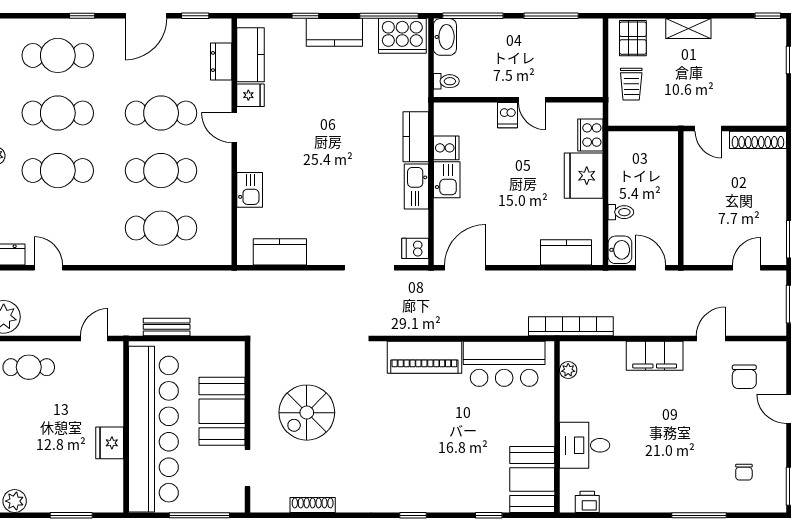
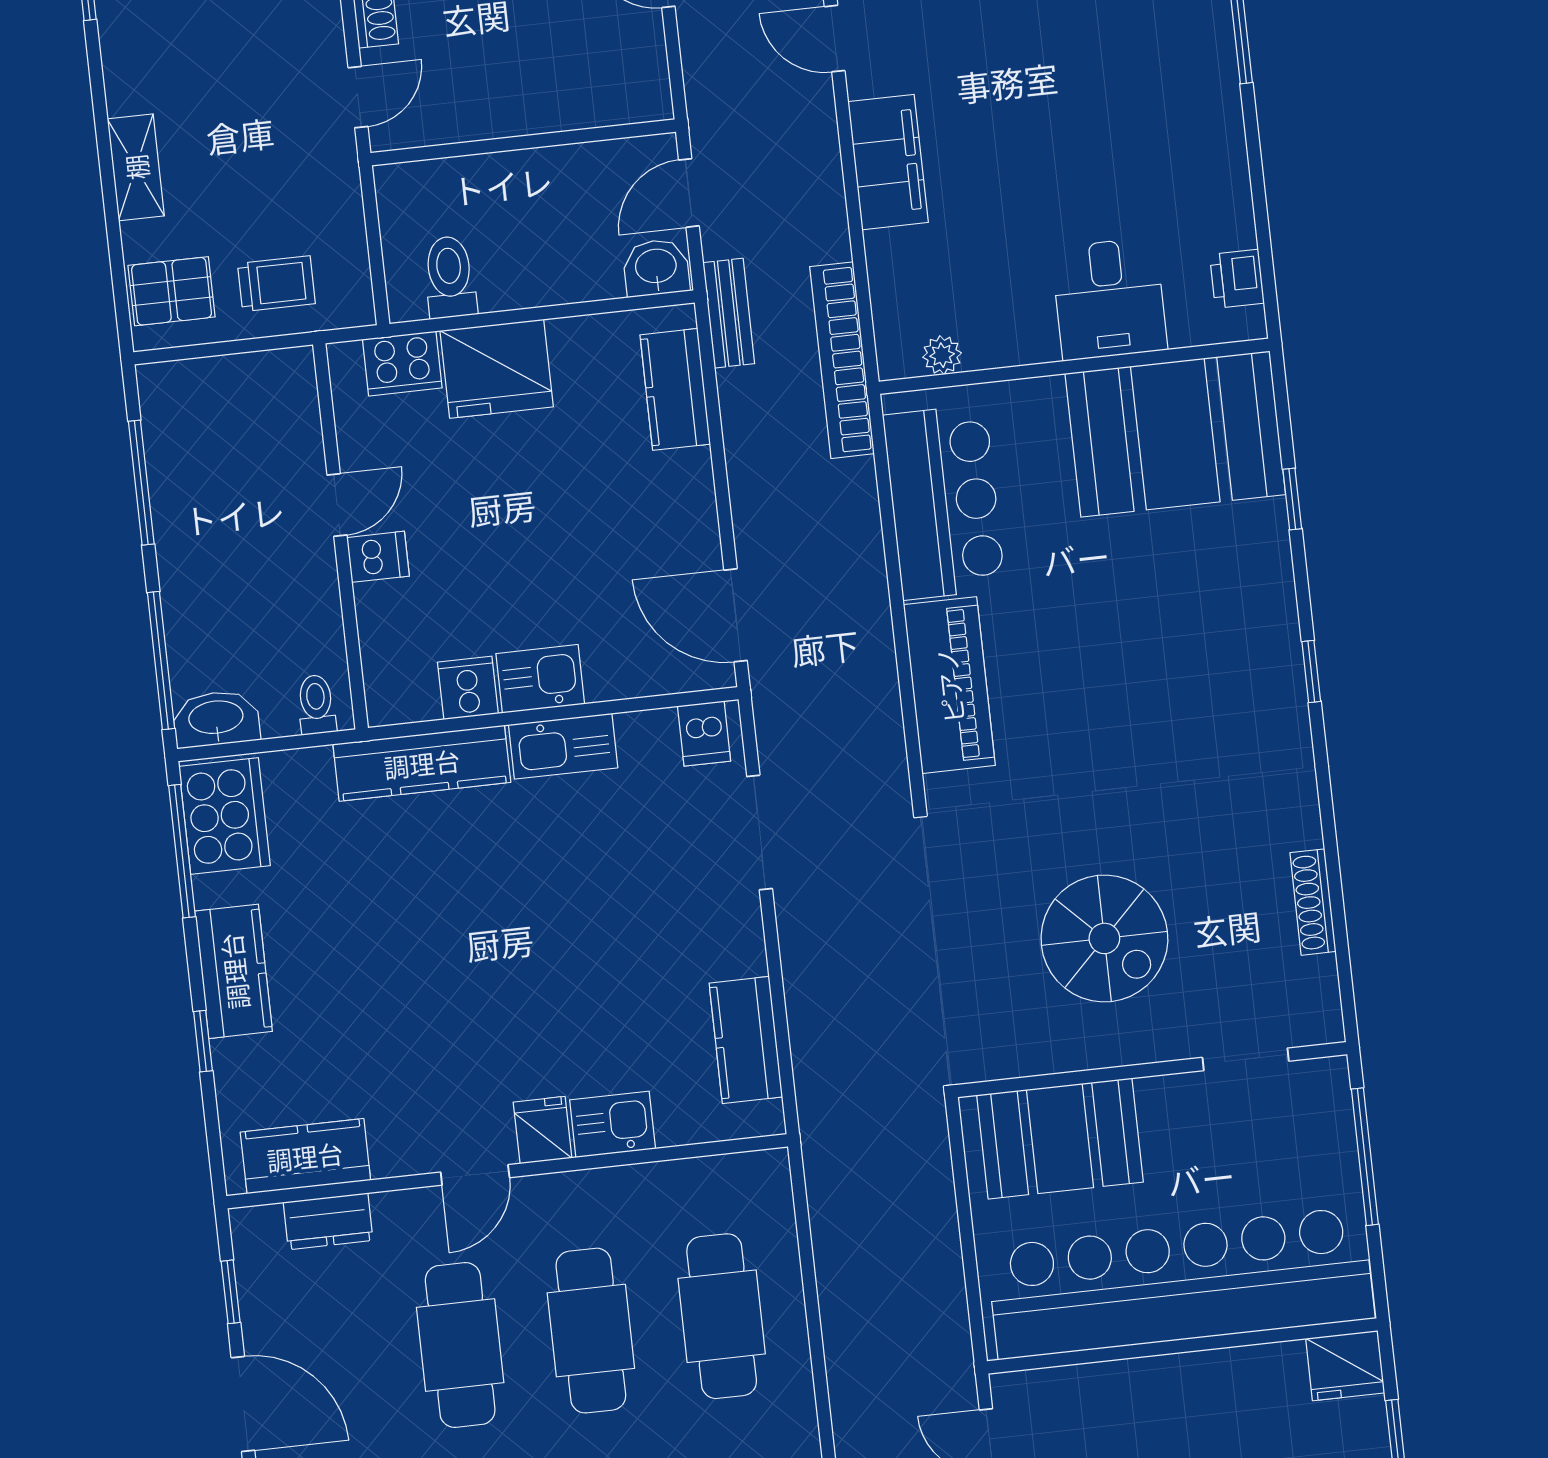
fridge: (251, 95) -> (543, 1130), moved
kitchen counter: (416, 137) -> (422, 763), width x1.50
toilet: (621, 212) -> (450, 277), moved, width x1.37, depth x1.39
bench: (167, 327) -> (729, 313), moved
booth: (222, 411) -> (1060, 1139), moved
fridge: (110, 443) -> (1345, 1366), moved
booth: (532, 480) -> (1175, 434), width x1.36, depth x1.42

